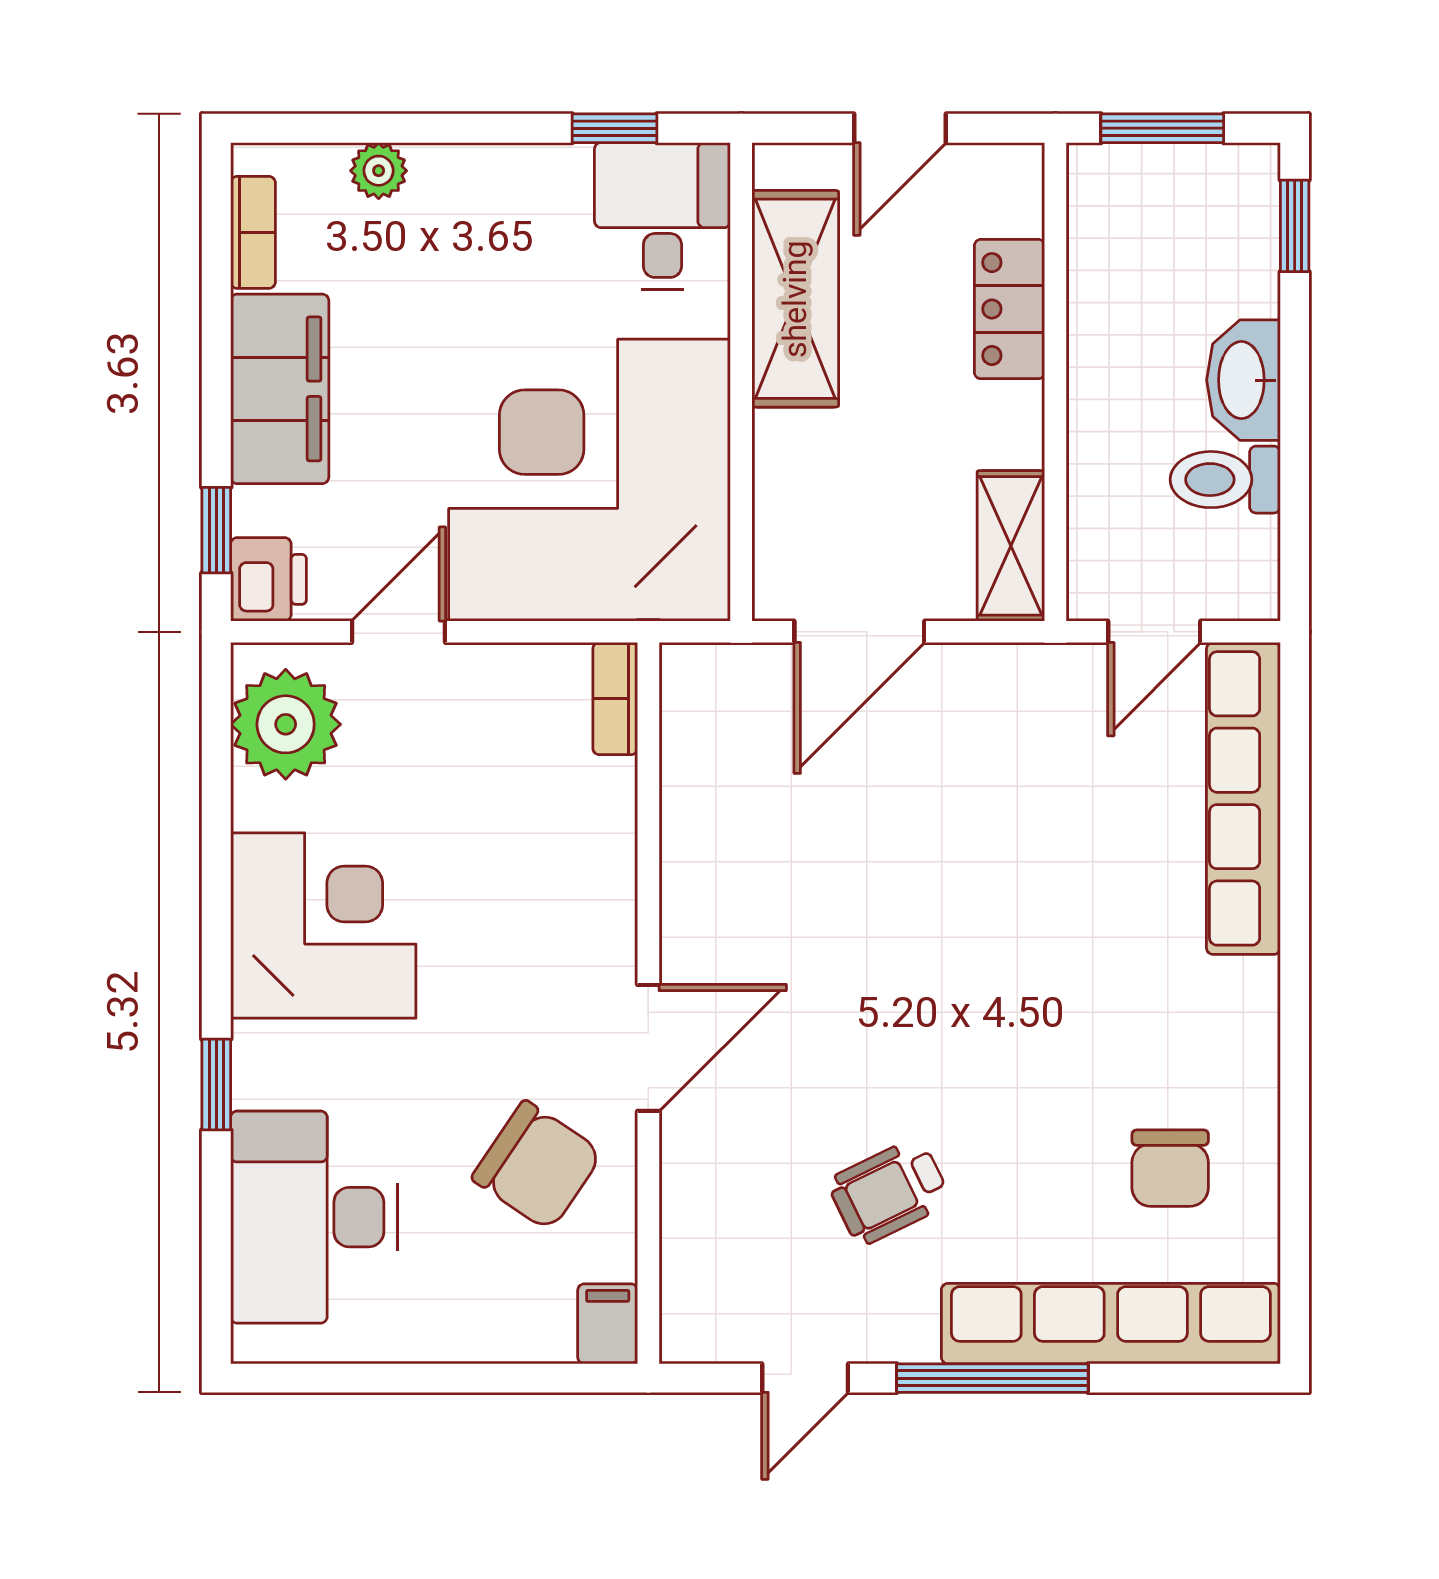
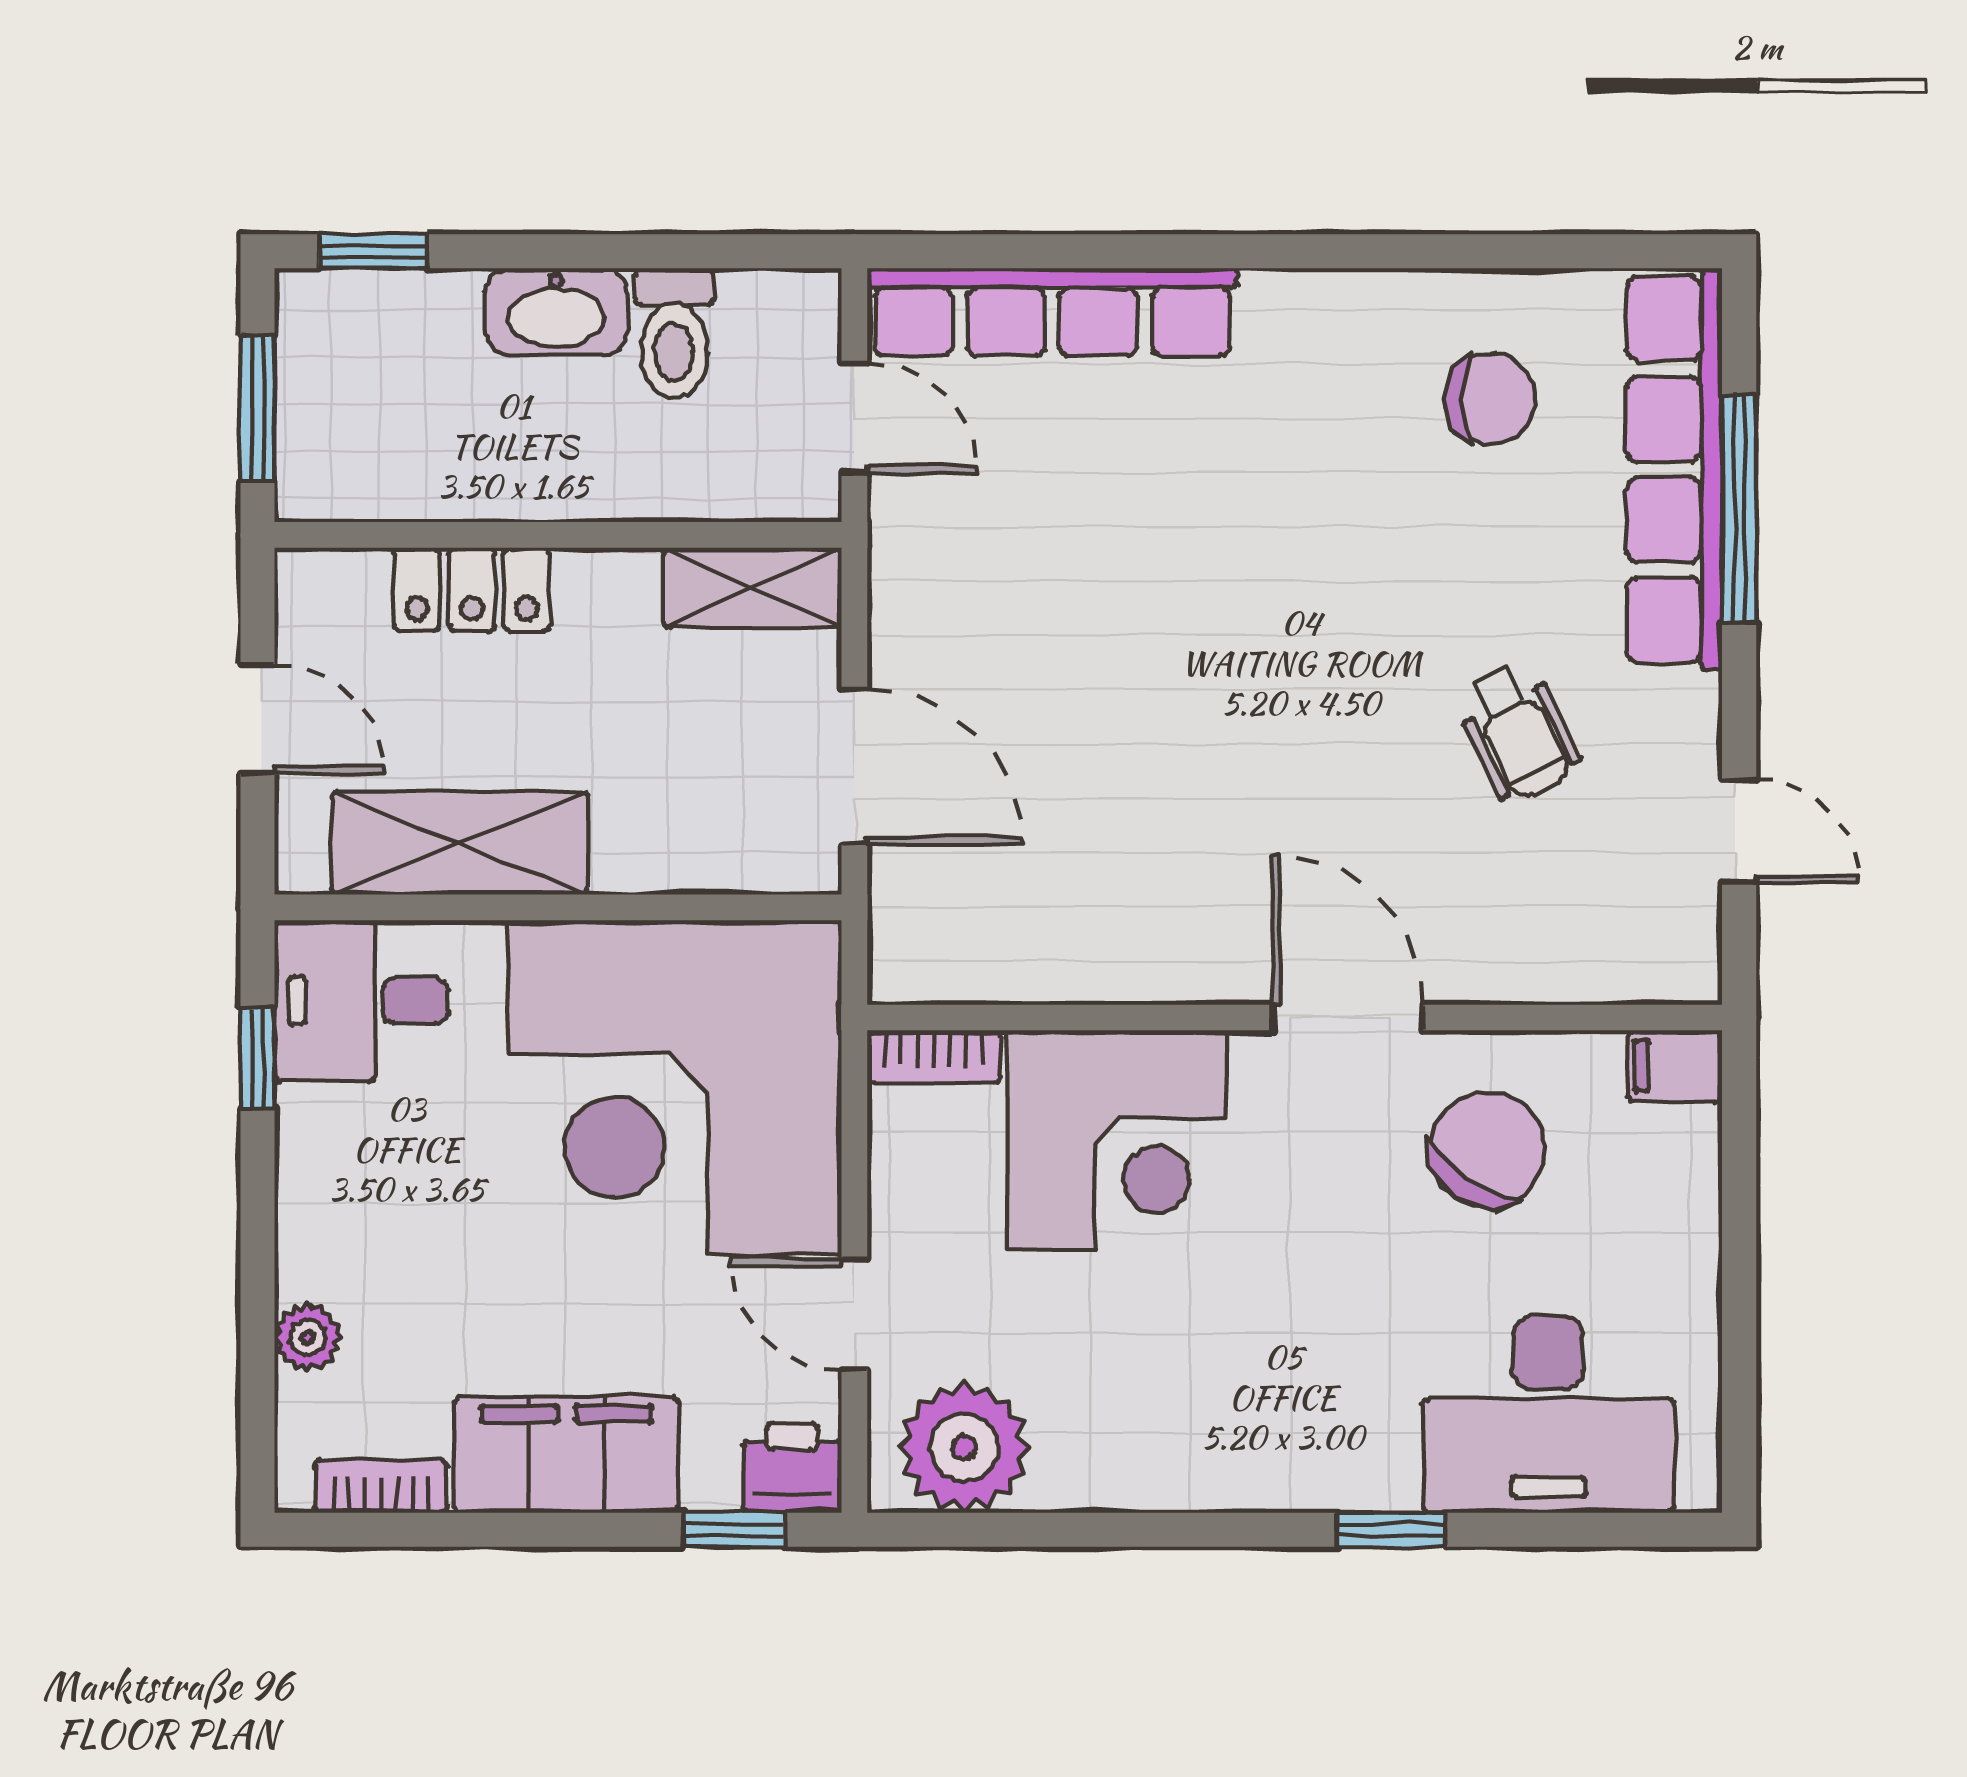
corner desk: (323, 926) -> (1117, 1140), moved, turned 180
window: (992, 1378) -> (1739, 509), moved

